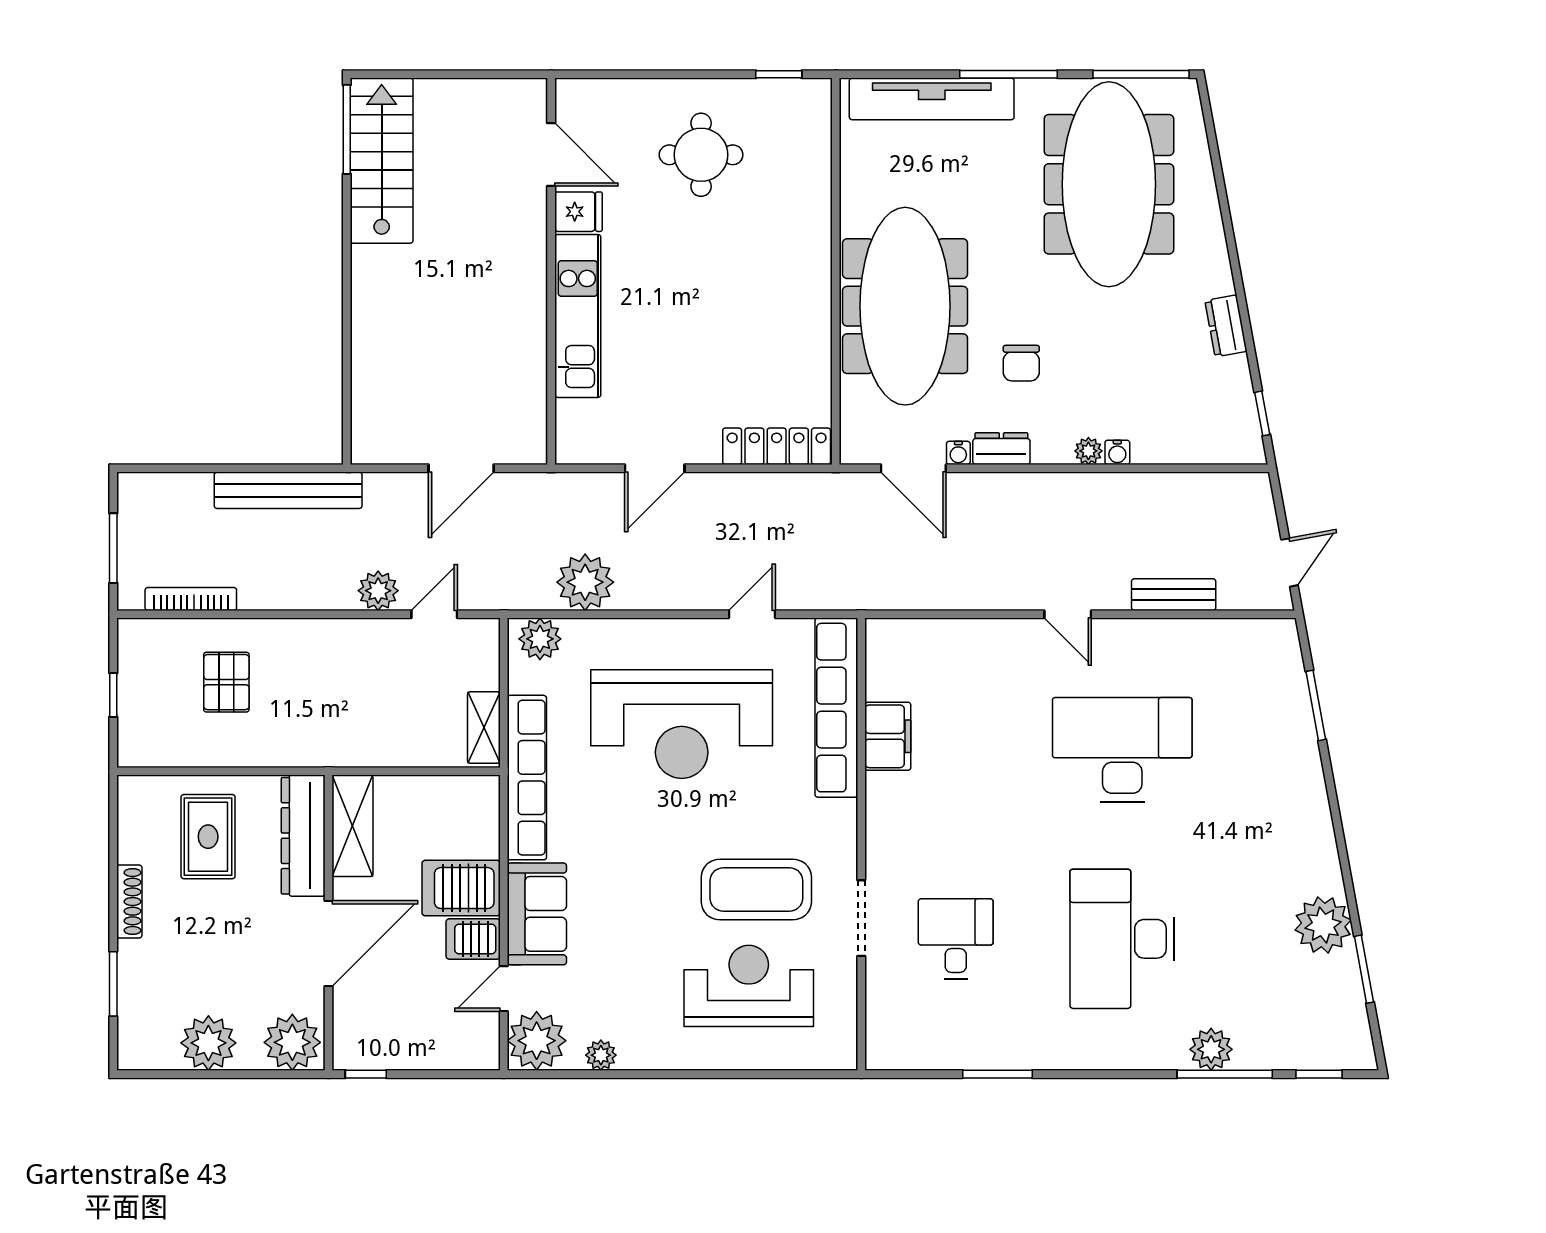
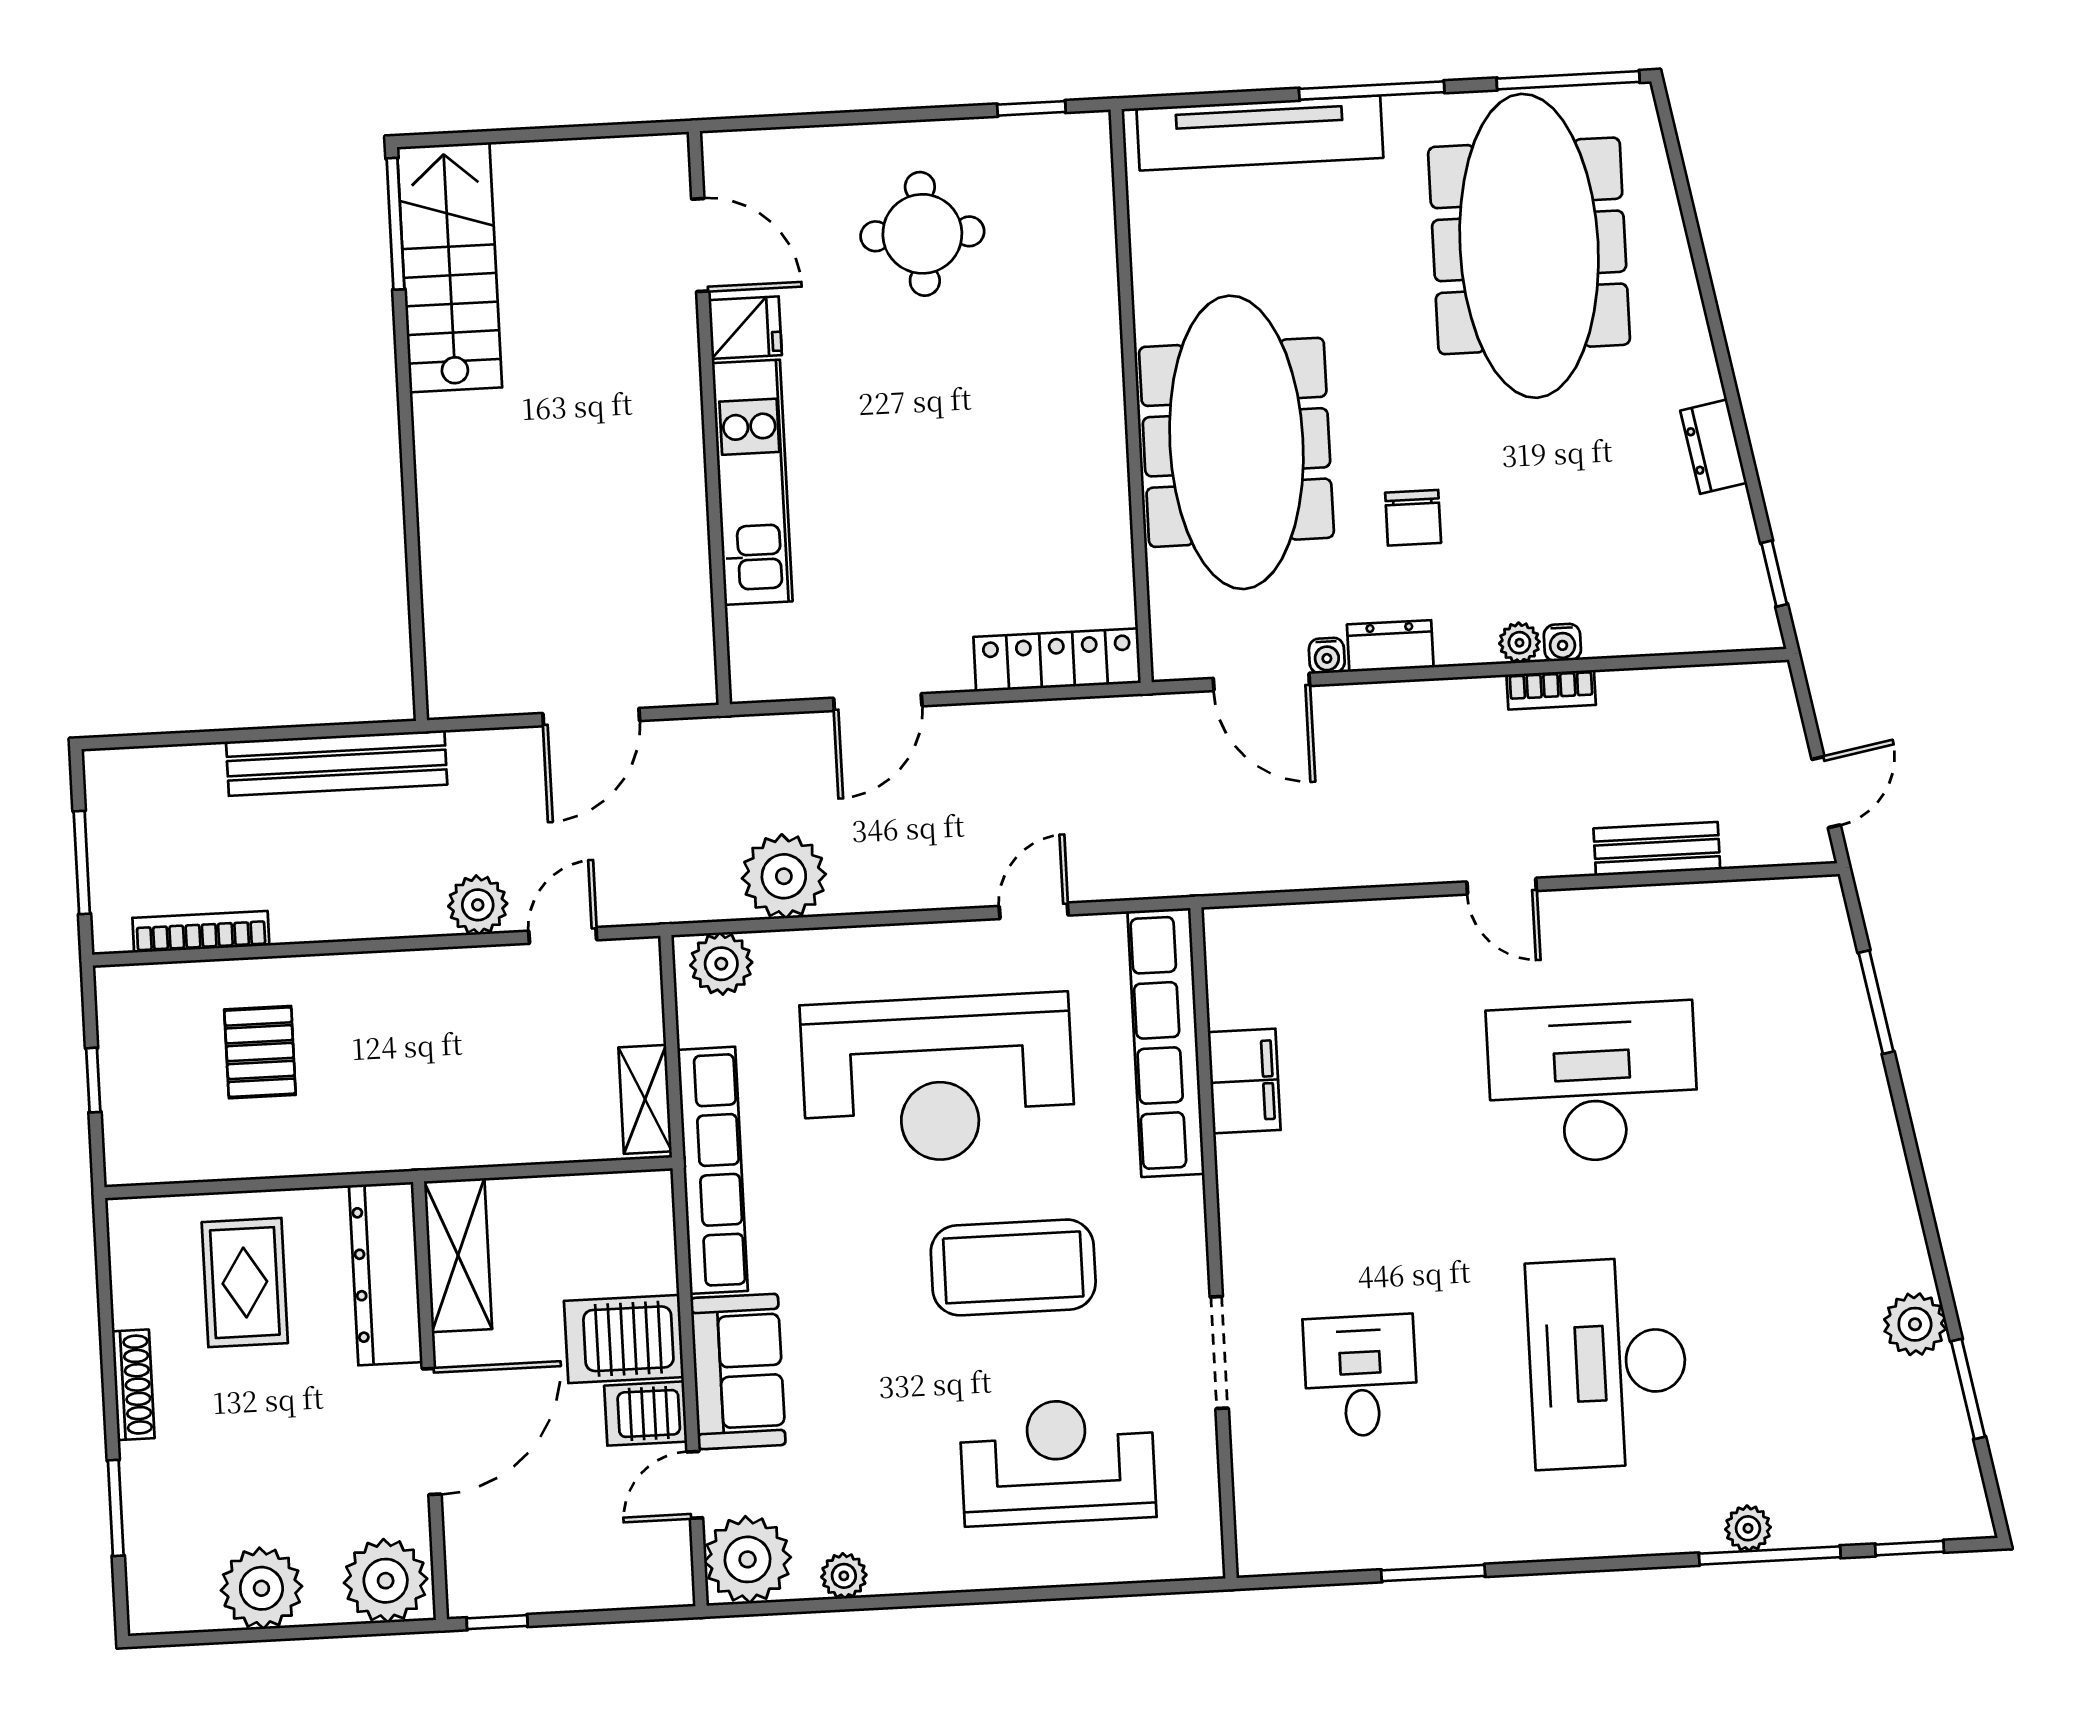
bookcase: (1108, 484) -> (1551, 690), added
coffee table: (756, 889) -> (1013, 1267), moved
plant: (1323, 925) -> (1915, 1324), width x0.73, depth x0.73
plant: (1211, 1049) -> (1748, 1528), width x0.73, depth x0.73

